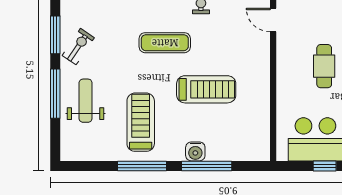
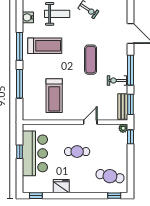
door: (273, 20) -> (90, 122), moved
treadmill: (206, 89) -> (54, 96), moved
water cooler: (195, 151) -> (28, 17), moved

